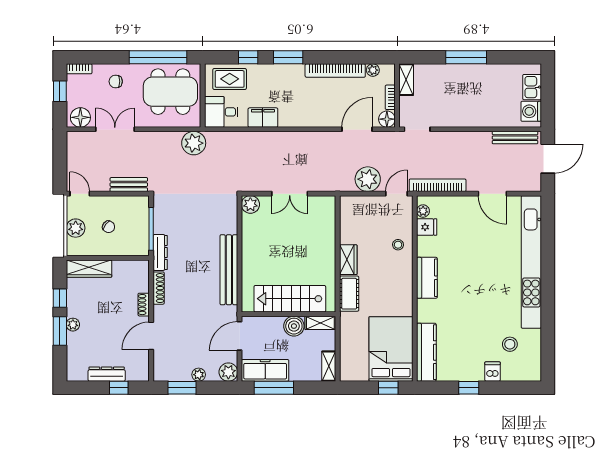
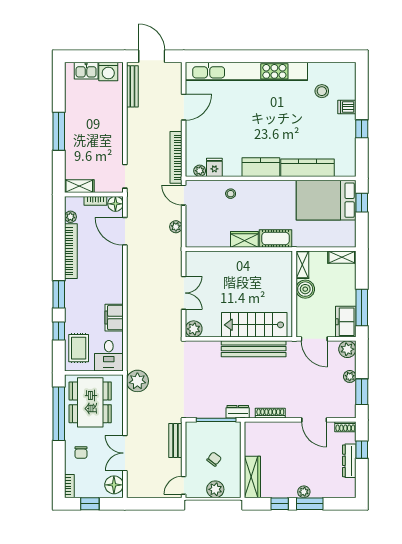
plant: (368, 179) -> (176, 227), width x0.53, depth x0.53
dresser: (160, 252) -> (238, 412), width x0.70
stairs: (290, 299) -> (254, 325), moved, turned 90
shoe rack: (144, 305) -> (345, 427), moved
kitchen counter: (426, 352) -> (308, 168), moved
freezer: (265, 370) -> (346, 322), width x0.71

